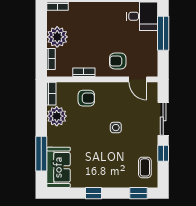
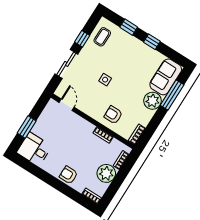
window: (163, 33) -> (27, 127), width x0.69
armchair: (118, 61) -> (68, 175), moved, turned 180
plant: (57, 116) -> (152, 101), moved
window: (138, 193) -> (129, 27), moved

